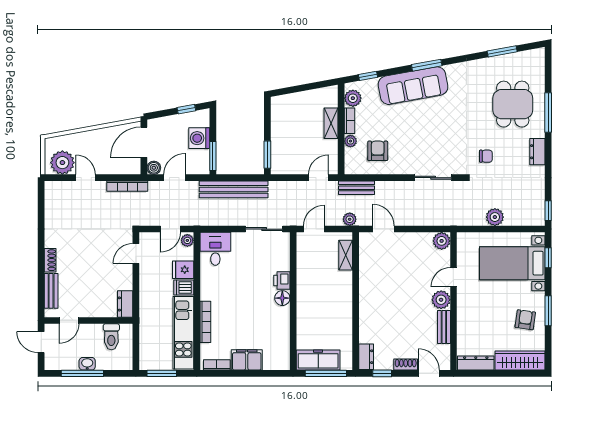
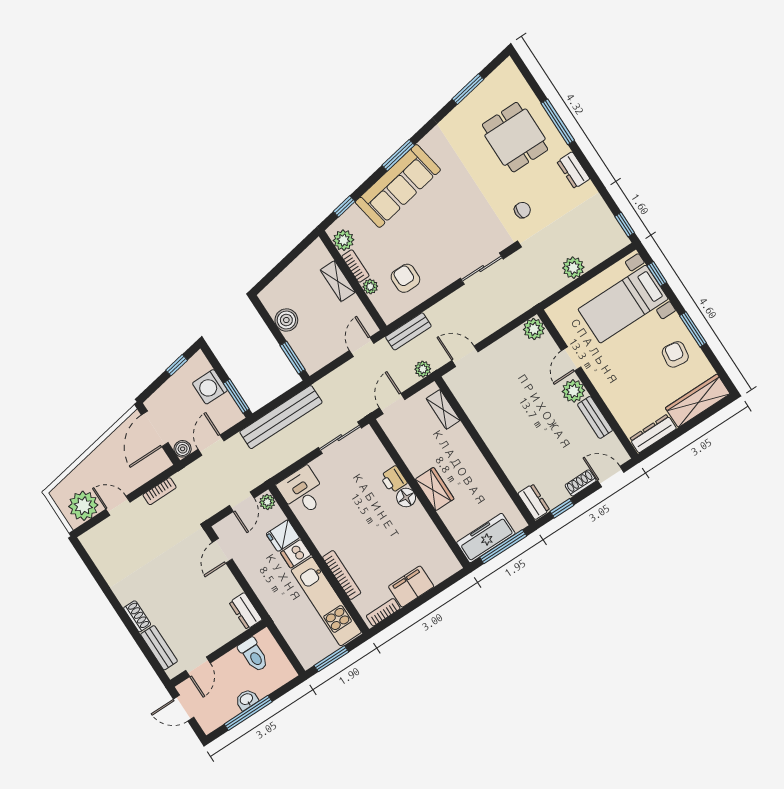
boiler: (280, 127) -> (286, 320), added
bookcase: (127, 186) -> (160, 491), width x0.64
wardrobe: (305, 305) -> (435, 489), added

